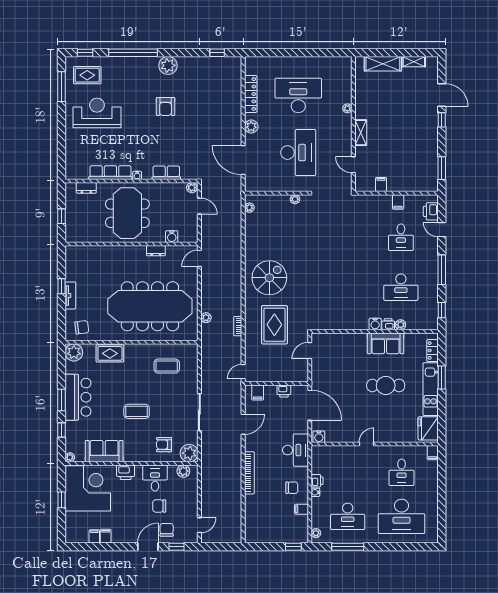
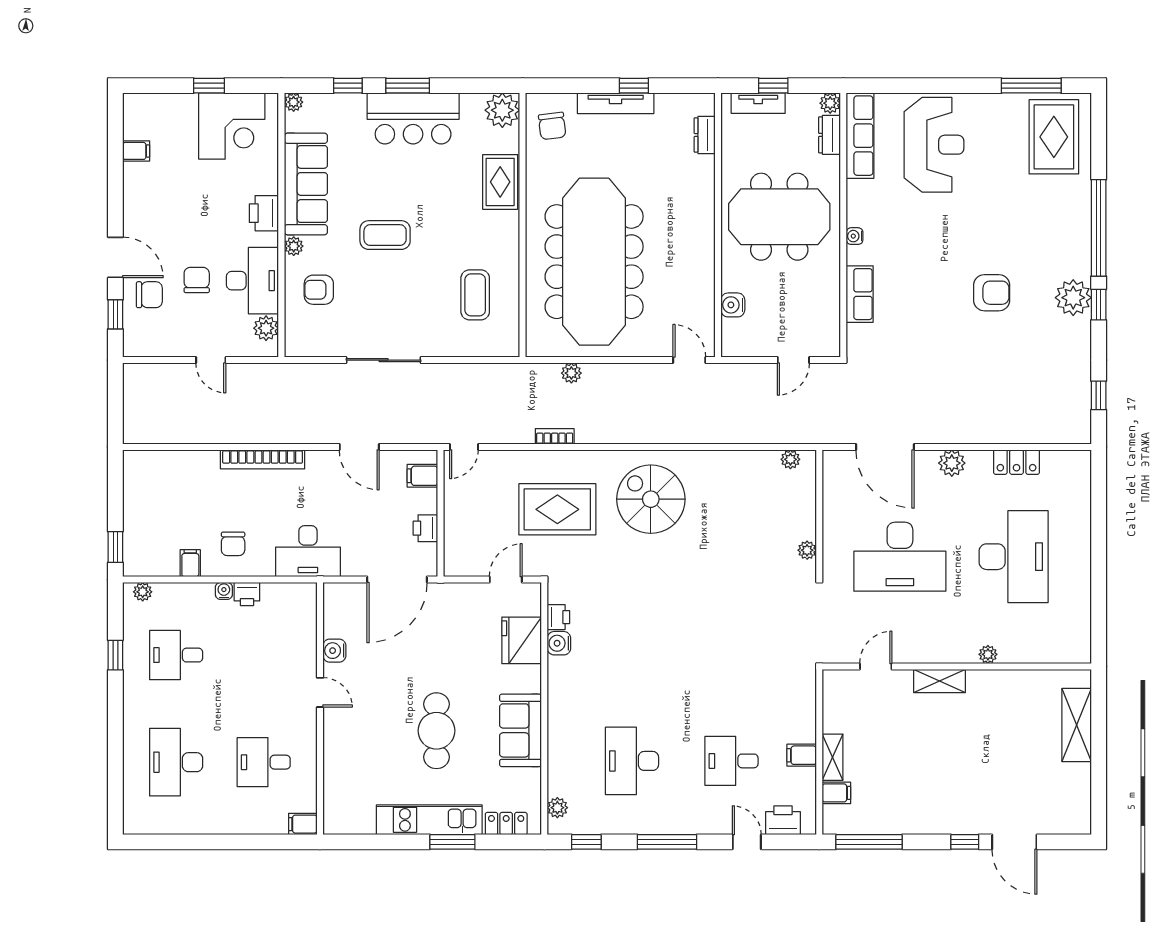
window: (85, 53) -> (1099, 305), moved
shelving: (414, 62) -> (833, 757), moved
rug: (87, 75) -> (1054, 137), width x1.36, depth x1.43
locker: (251, 94) -> (1017, 462), width x0.66
door: (442, 95) -> (1014, 842), hinge flipped
armchair: (166, 106) -> (992, 293), turned 180
reception desk: (97, 113) -> (934, 145), moved
door: (243, 160) -> (885, 447), swing flipped
window: (442, 168) -> (869, 842), width x1.44
row of seats: (110, 173) -> (860, 136), moved
filing cabinet: (381, 184) -> (836, 793), moved
plant: (192, 188) -> (830, 103), moved
tv unit: (70, 224) -> (758, 103), added
door: (442, 230) -> (747, 842), hinge flipped
dresser: (156, 251) -> (705, 135), moved
spiral stairs: (269, 278) -> (651, 499), turned 180
tv unit: (70, 295) -> (616, 103), width x1.41
water cooler: (375, 324) -> (559, 643), moved
printer: (388, 324) -> (558, 617), moved
plant: (401, 325) -> (557, 808), moved
door: (310, 351) -> (506, 580), hinge flipped
door: (243, 372) -> (464, 447), swing flipped
coffee table: (137, 411) -> (385, 235), turned 90
fridge: (428, 428) -> (522, 640), moved, turned -90
water cooler: (319, 437) -> (334, 651), moved
armchair: (164, 445) -> (319, 290), turned -90
sofa: (104, 451) -> (306, 184), width x1.36
plant: (189, 453) -> (294, 246), moved, width x0.53, depth x0.53
desk: (155, 478) -> (252, 281), width x1.37
corner desk: (88, 488) -> (232, 126), width x0.74, depth x0.74
desk: (348, 516) -> (176, 655), width x0.73
desk: (402, 516) -> (176, 762), width x0.73, depth x0.77
door: (199, 525) -> (211, 360), moved
filing cabinet: (106, 536) -> (137, 174), removed
window: (348, 547) -> (115, 655), width x0.46

